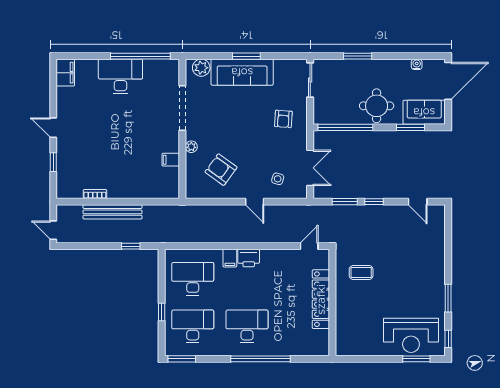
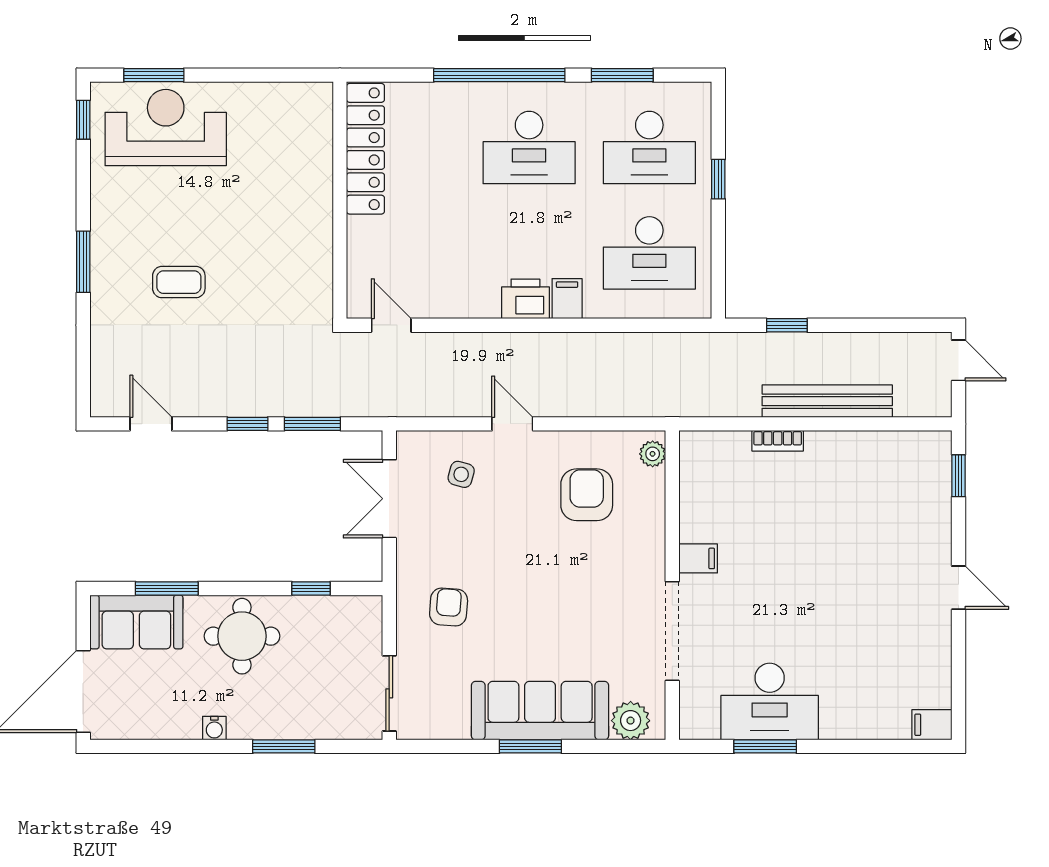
window: (140, 56) -> (765, 746), width x0.47
water cooler: (417, 64) -> (214, 728), moved
filing cabinet: (65, 73) -> (932, 725), width x0.50
desk: (120, 76) -> (770, 702), moved
window: (345, 127) -> (311, 588), width x0.32
plant: (191, 147) -> (653, 454), moved
filing cabinet: (171, 160) -> (698, 558), moved
window: (53, 162) -> (958, 476), moved
armchair: (221, 170) -> (587, 495), turned -126
bookcase: (95, 194) -> (778, 441), moved
door: (309, 246) -> (391, 325), swing flipped
coffee table: (361, 272) -> (179, 282), moved
window: (448, 298) -> (83, 262), moved
locker: (321, 299) -> (365, 149), moved
window: (182, 359) -> (622, 75), moved

